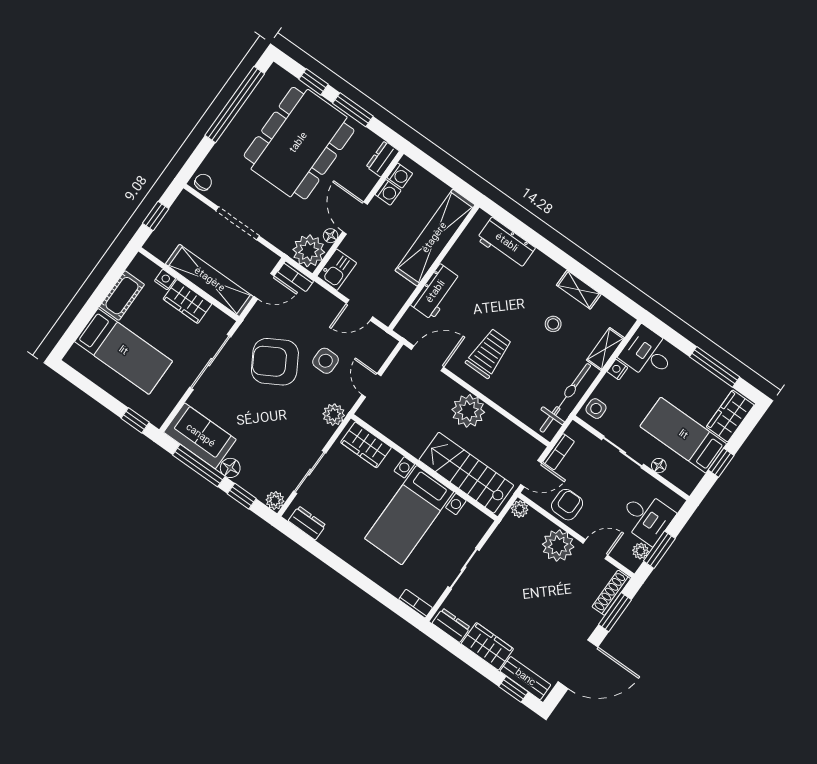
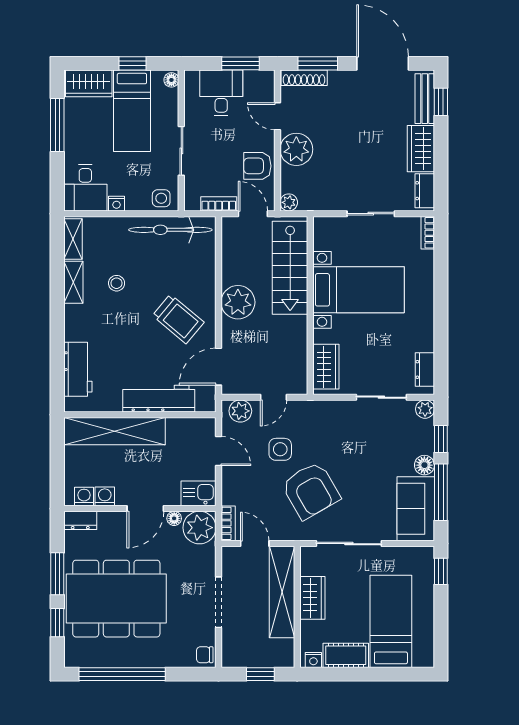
nightstand: (165, 280) -> (313, 660), moved, turned -90
workbench: (436, 292) -> (159, 399), width x1.38
shelving: (605, 349) -> (73, 239), moved, turned 90
trolley: (489, 353) -> (178, 319), turned -140
door: (427, 358) -> (218, 367), hinge flipped
plant: (334, 415) -> (240, 411), moved
floor lamp: (659, 466) -> (171, 80), moved
plant: (641, 551) -> (252, 78), removed

